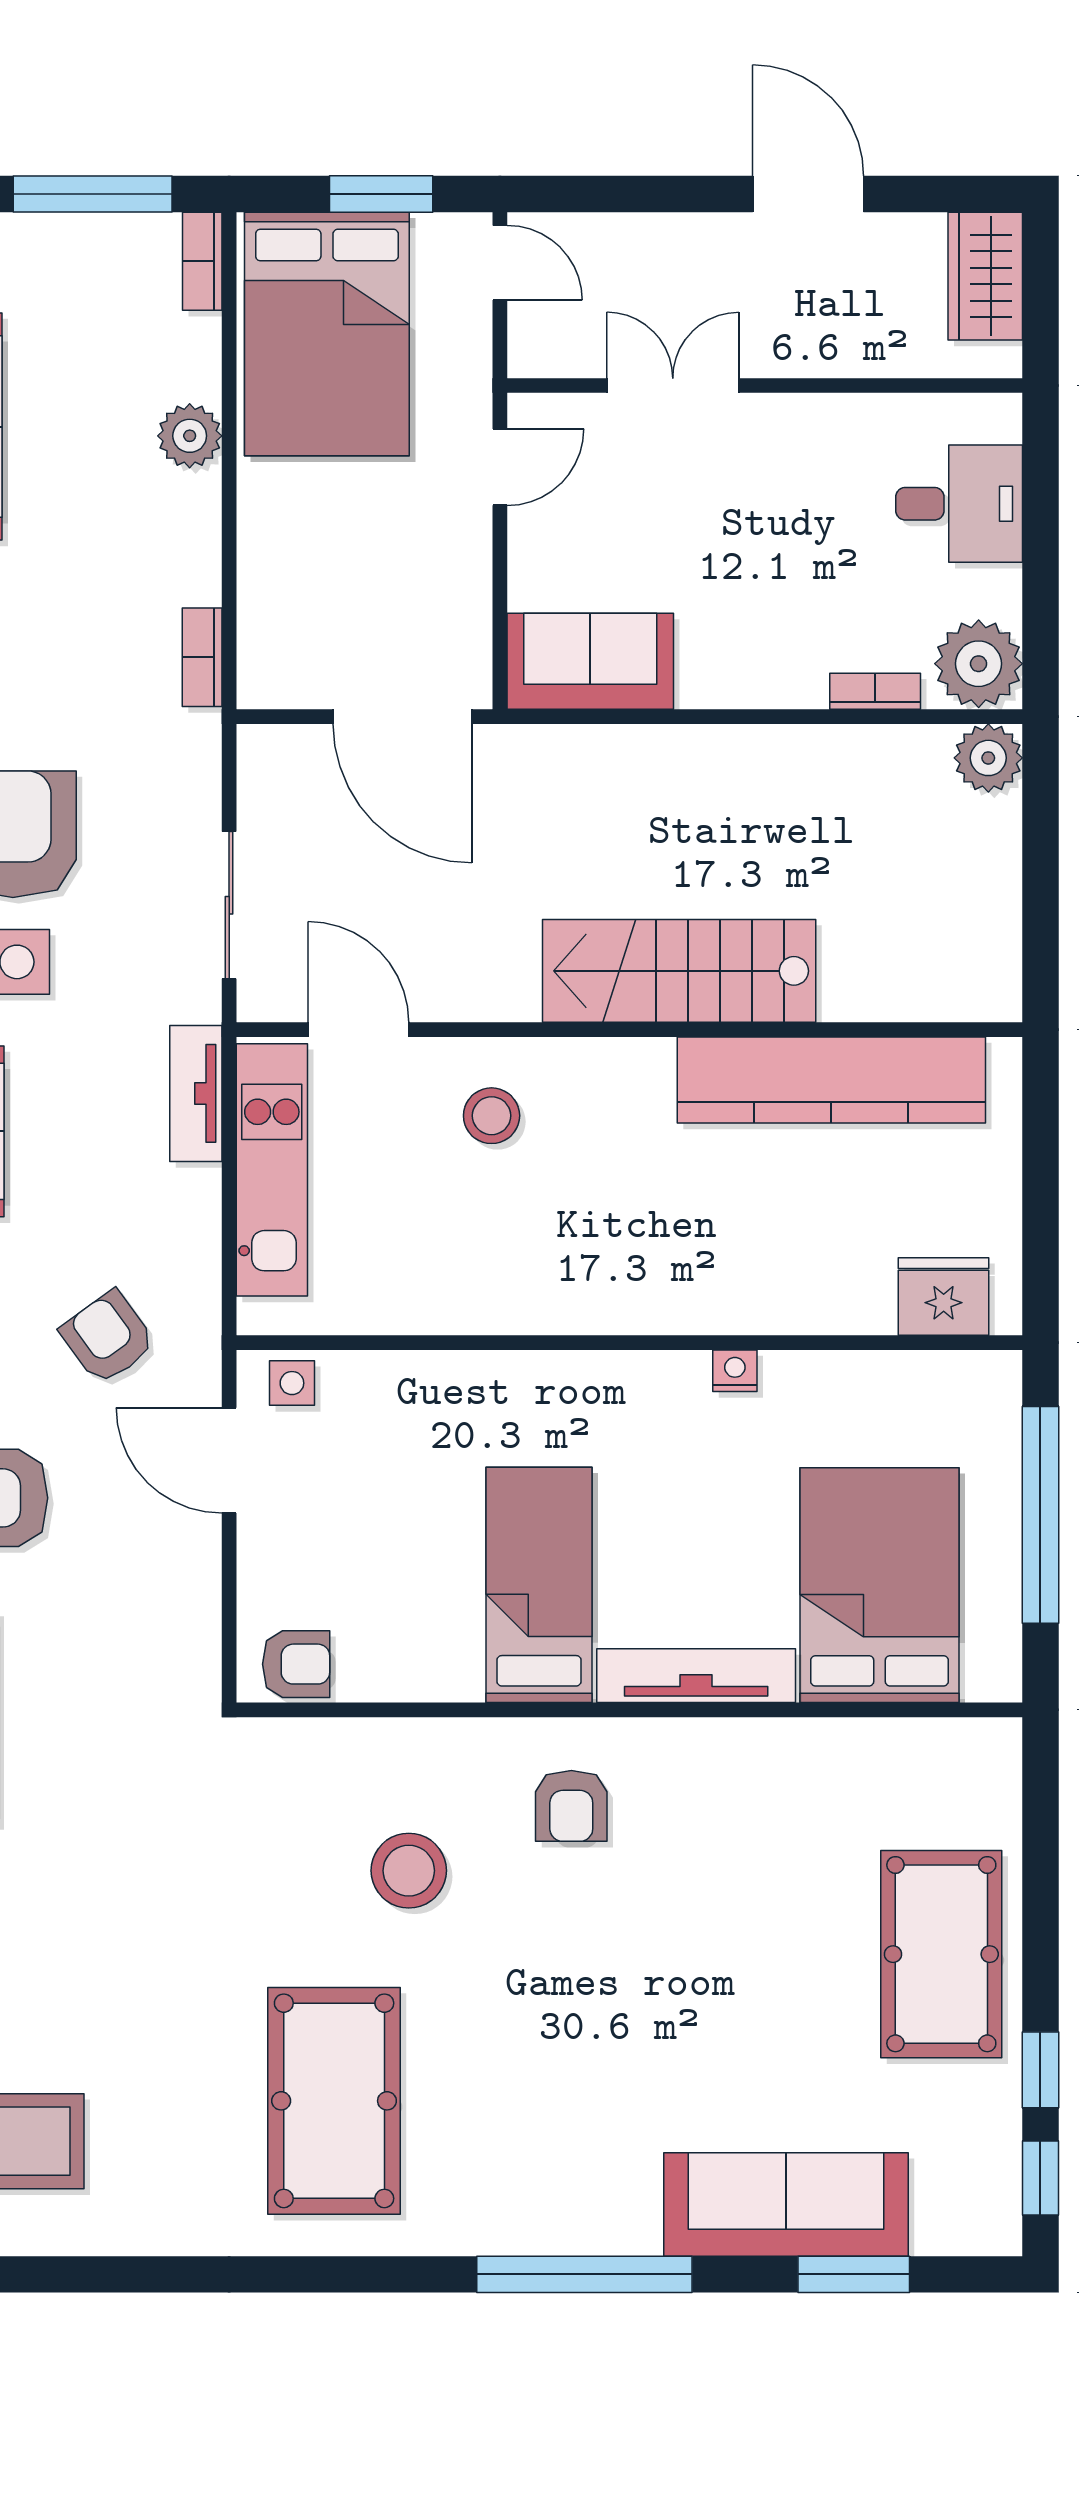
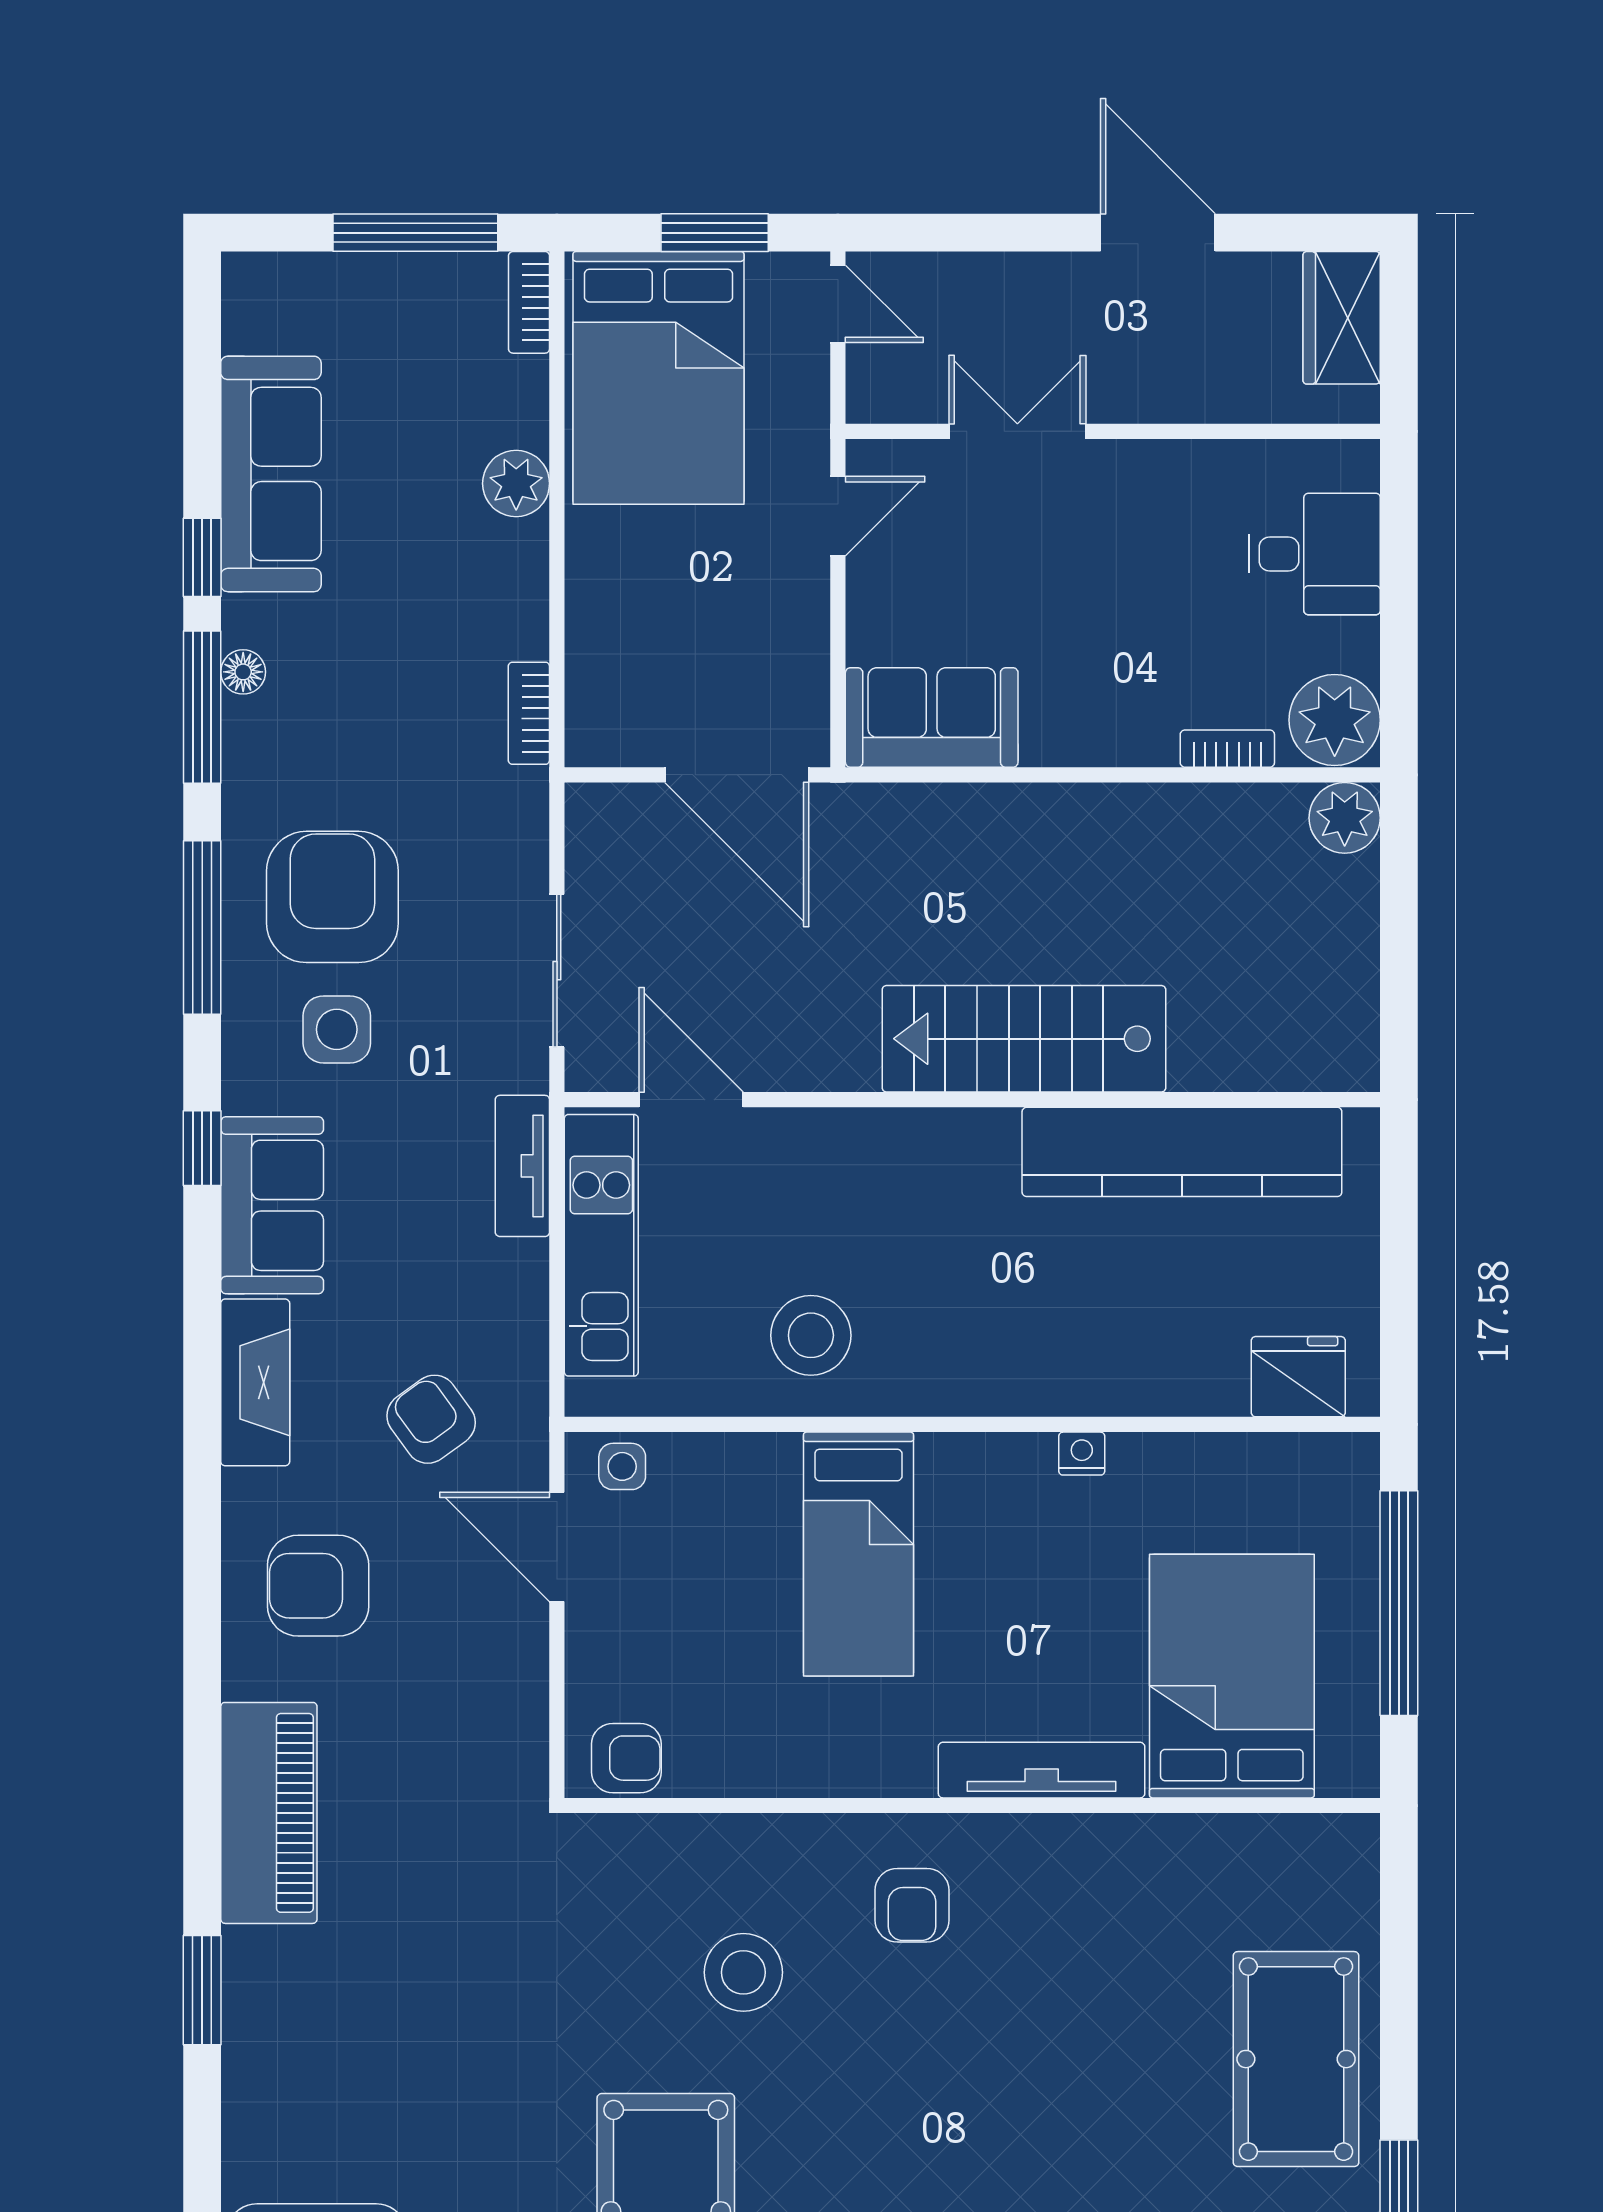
stool: (492, 1116) -> (811, 1335), moved, width x1.38, depth x1.38
bed: (539, 1585) -> (858, 1554), moved, turned 180

